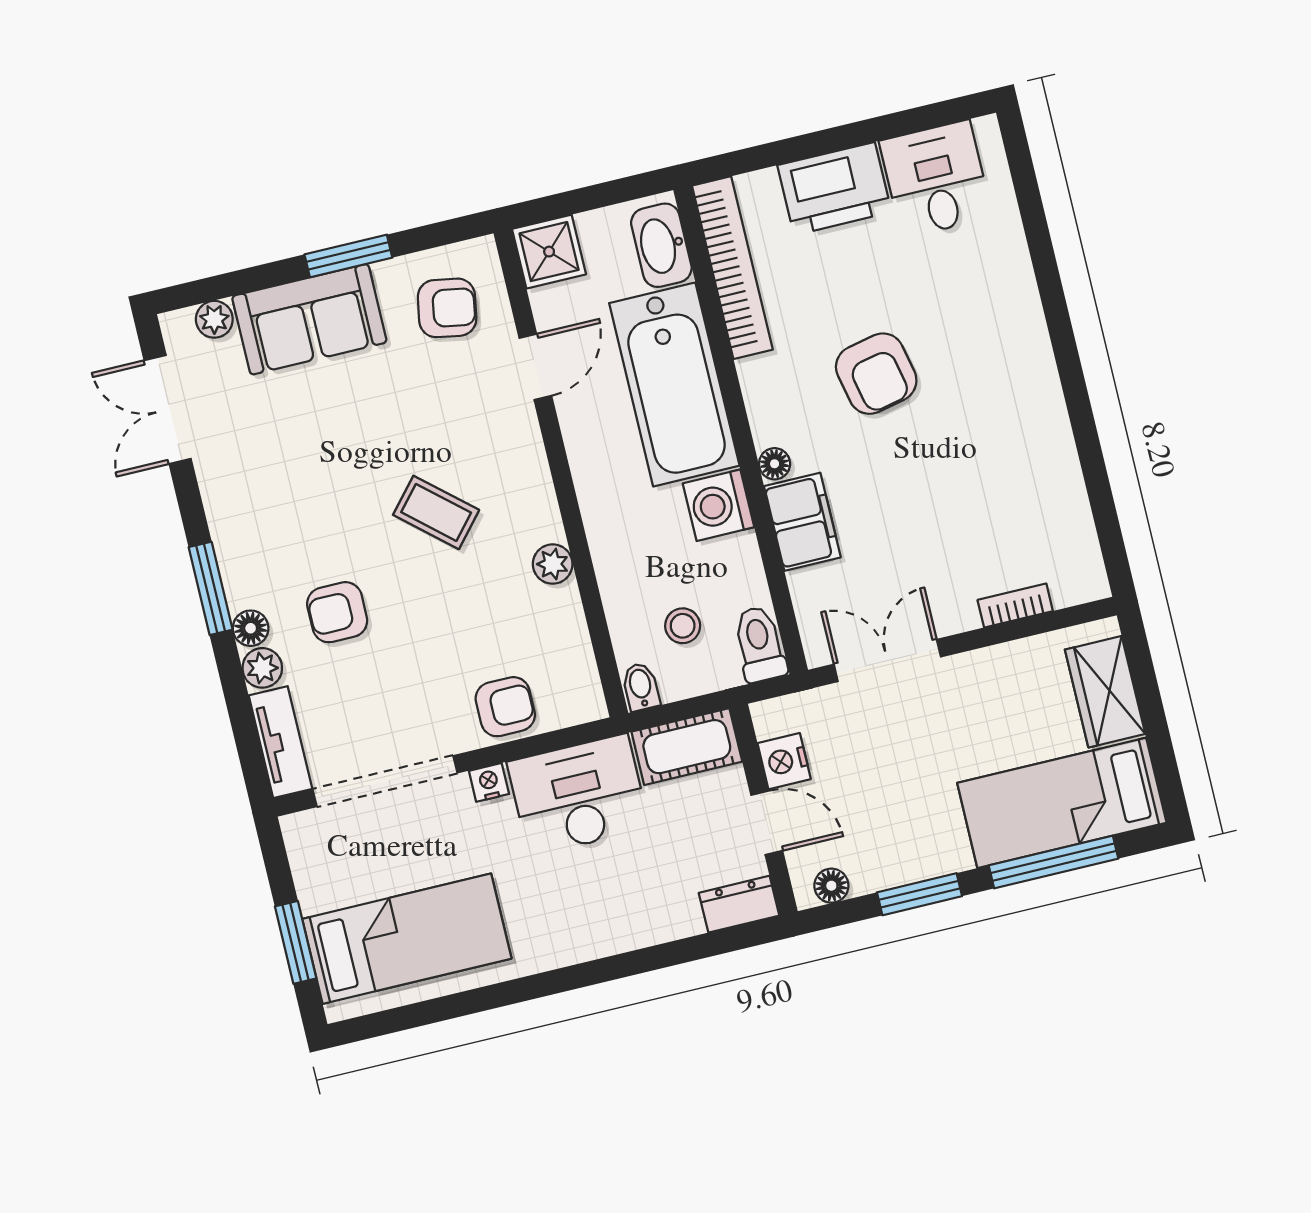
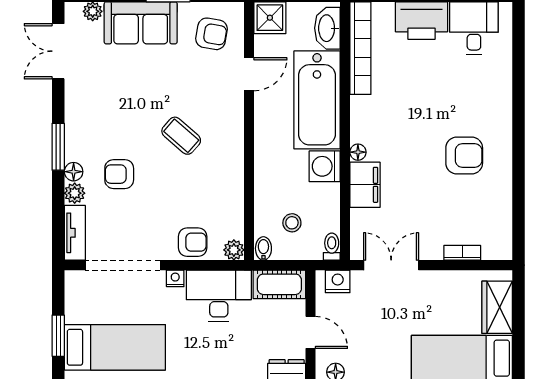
armchair: (876, 374) -> (464, 156), moved, turned -78
plant: (553, 564) -> (234, 250), moved
toilet: (760, 644) -> (332, 247), width x0.73, depth x0.72
nightstand: (784, 761) -> (338, 281), moved, turned 90

